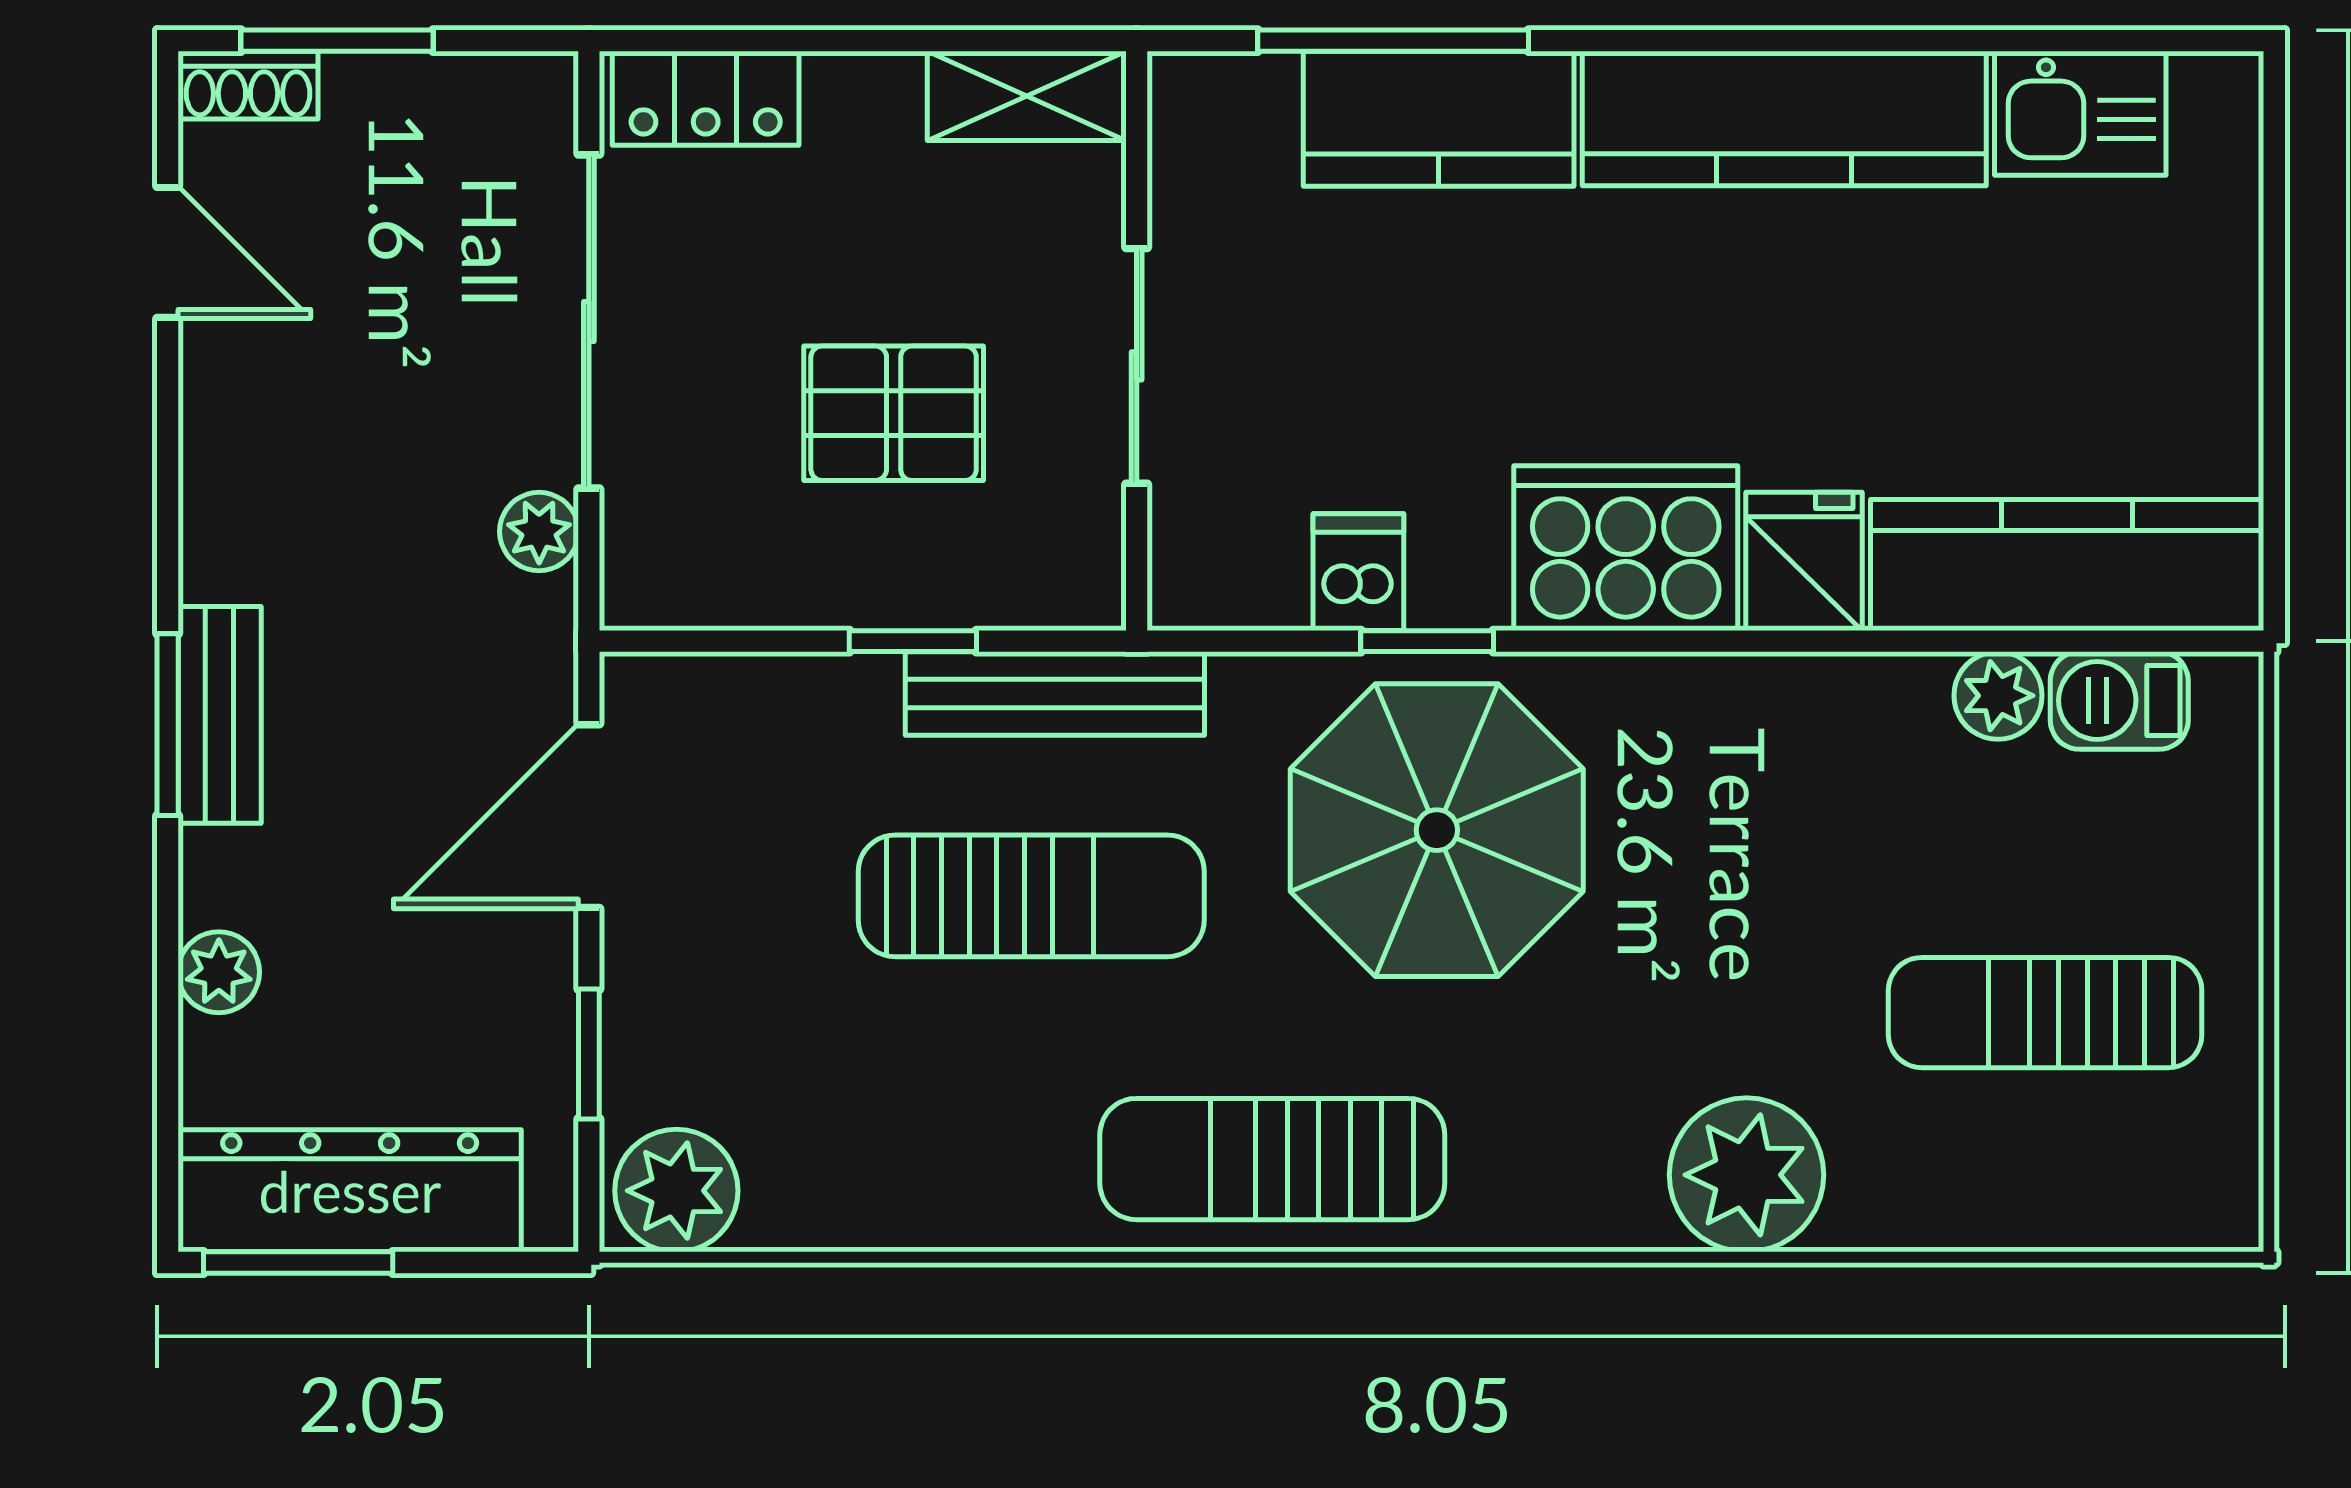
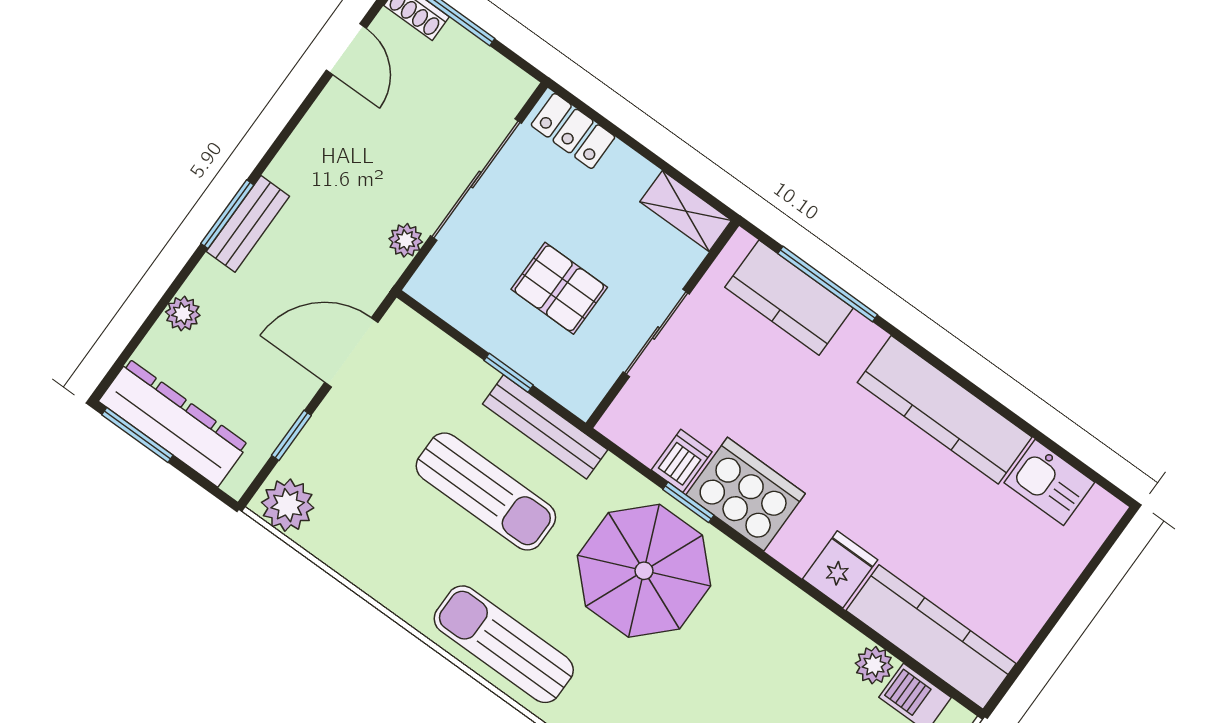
kitchen counter: (1439, 119) -> (789, 298), moved
cooker: (1626, 548) -> (746, 494), moved

